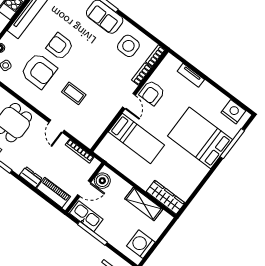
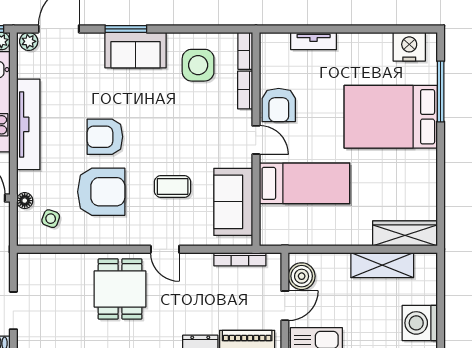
sofa: (97, 122) -> (233, 202), added
door: (56, 126) -> (165, 249), moved

